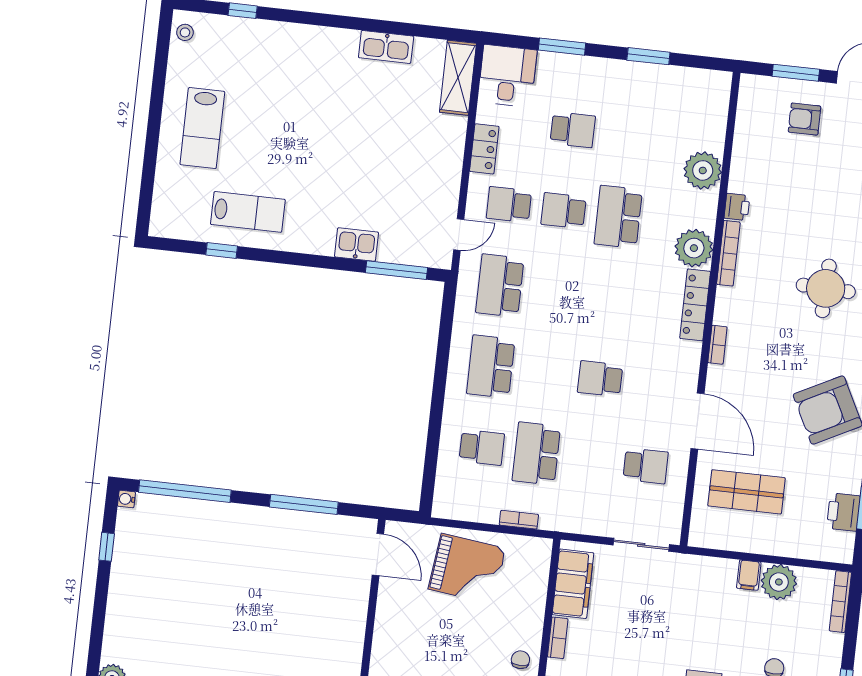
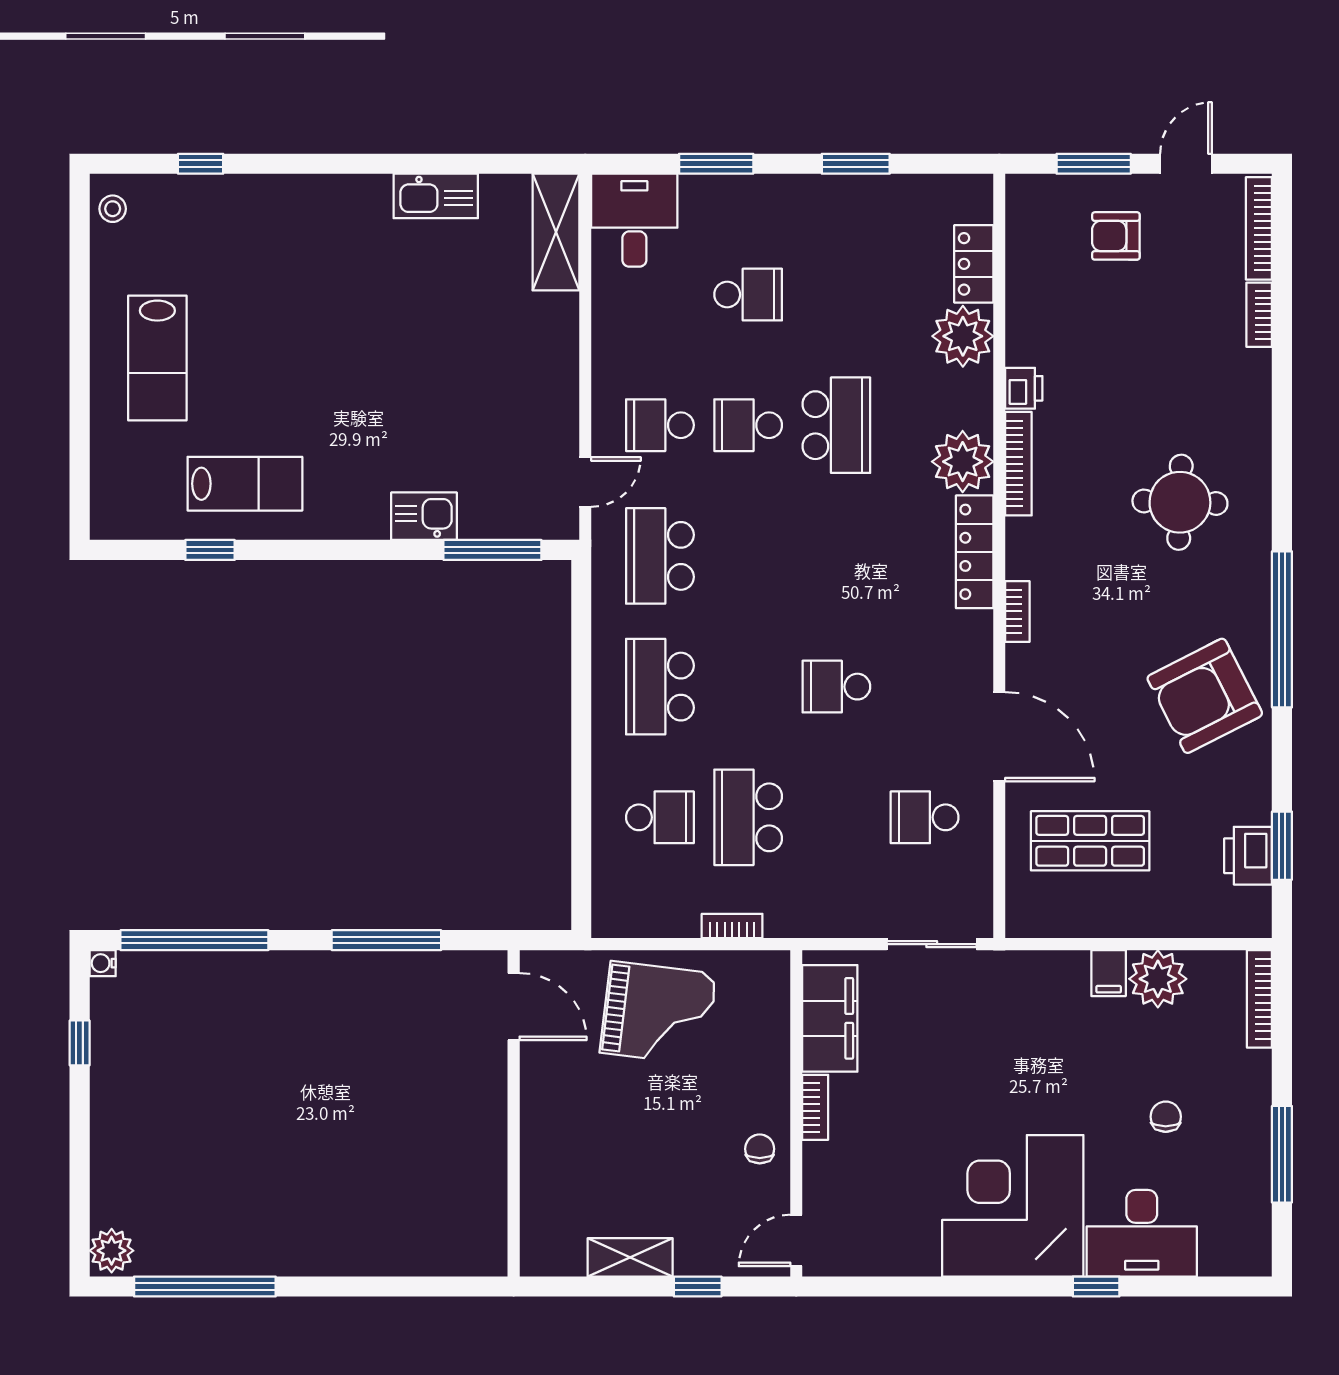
locker: (484, 149) -> (974, 264), moved, turned 180
school desk: (618, 217) -> (836, 425), turned 180
school desk: (646, 466) -> (925, 817), turned 180

